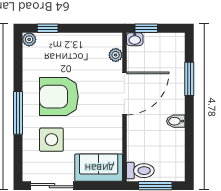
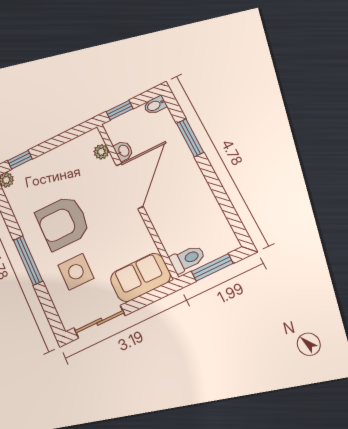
washbasin: (135, 39) -> (123, 151), moved, turned -90
bidet: (176, 121) -> (155, 105), moved

